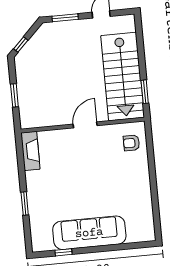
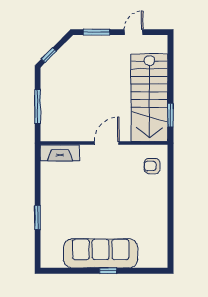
window: (14, 95) -> (38, 106), width x1.44
fireplace: (30, 151) -> (60, 153), moved, turned 90
window: (63, 252) -> (108, 271), moved

